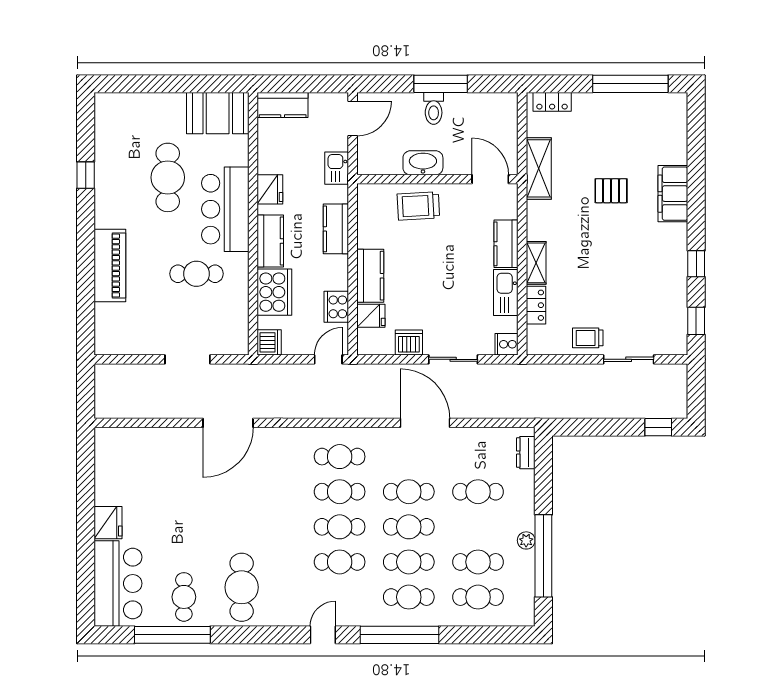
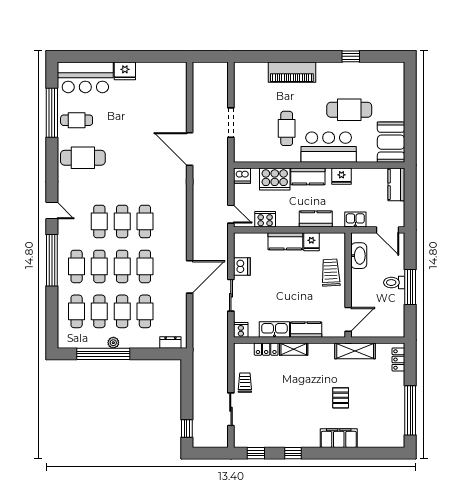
washbasin: (423, 163) -> (359, 256), moved
fridge: (371, 316) -> (311, 242), moved
cafe table: (340, 457) -> (122, 311), moved

